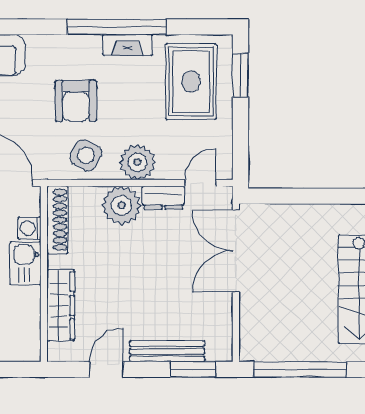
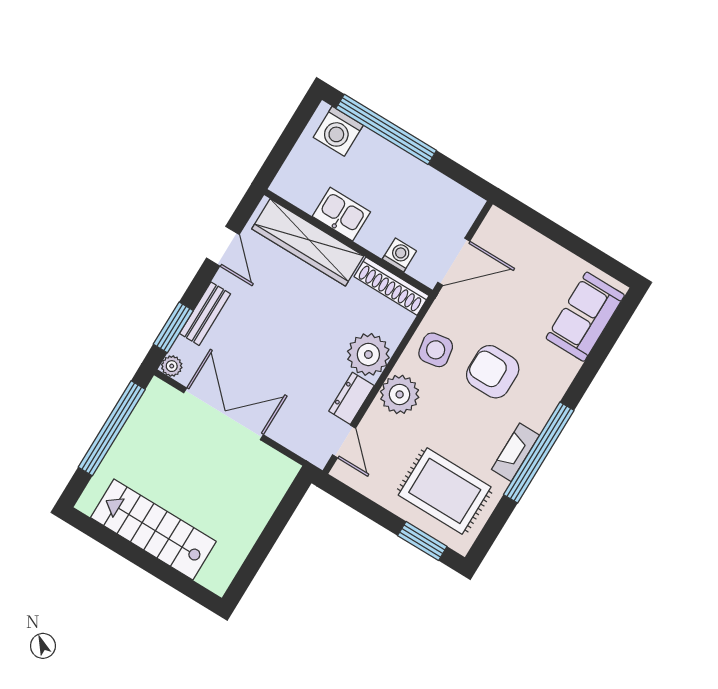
side table: (86, 155) -> (436, 350), turned -38
double door: (236, 251) -> (223, 414), moved
kitchen sink: (25, 263) -> (341, 214), moved
wardrobe: (61, 305) -> (308, 242), width x1.40, depth x1.17
bench: (167, 351) -> (205, 314), width x0.73
plant: (223, 352) -> (172, 366), added

